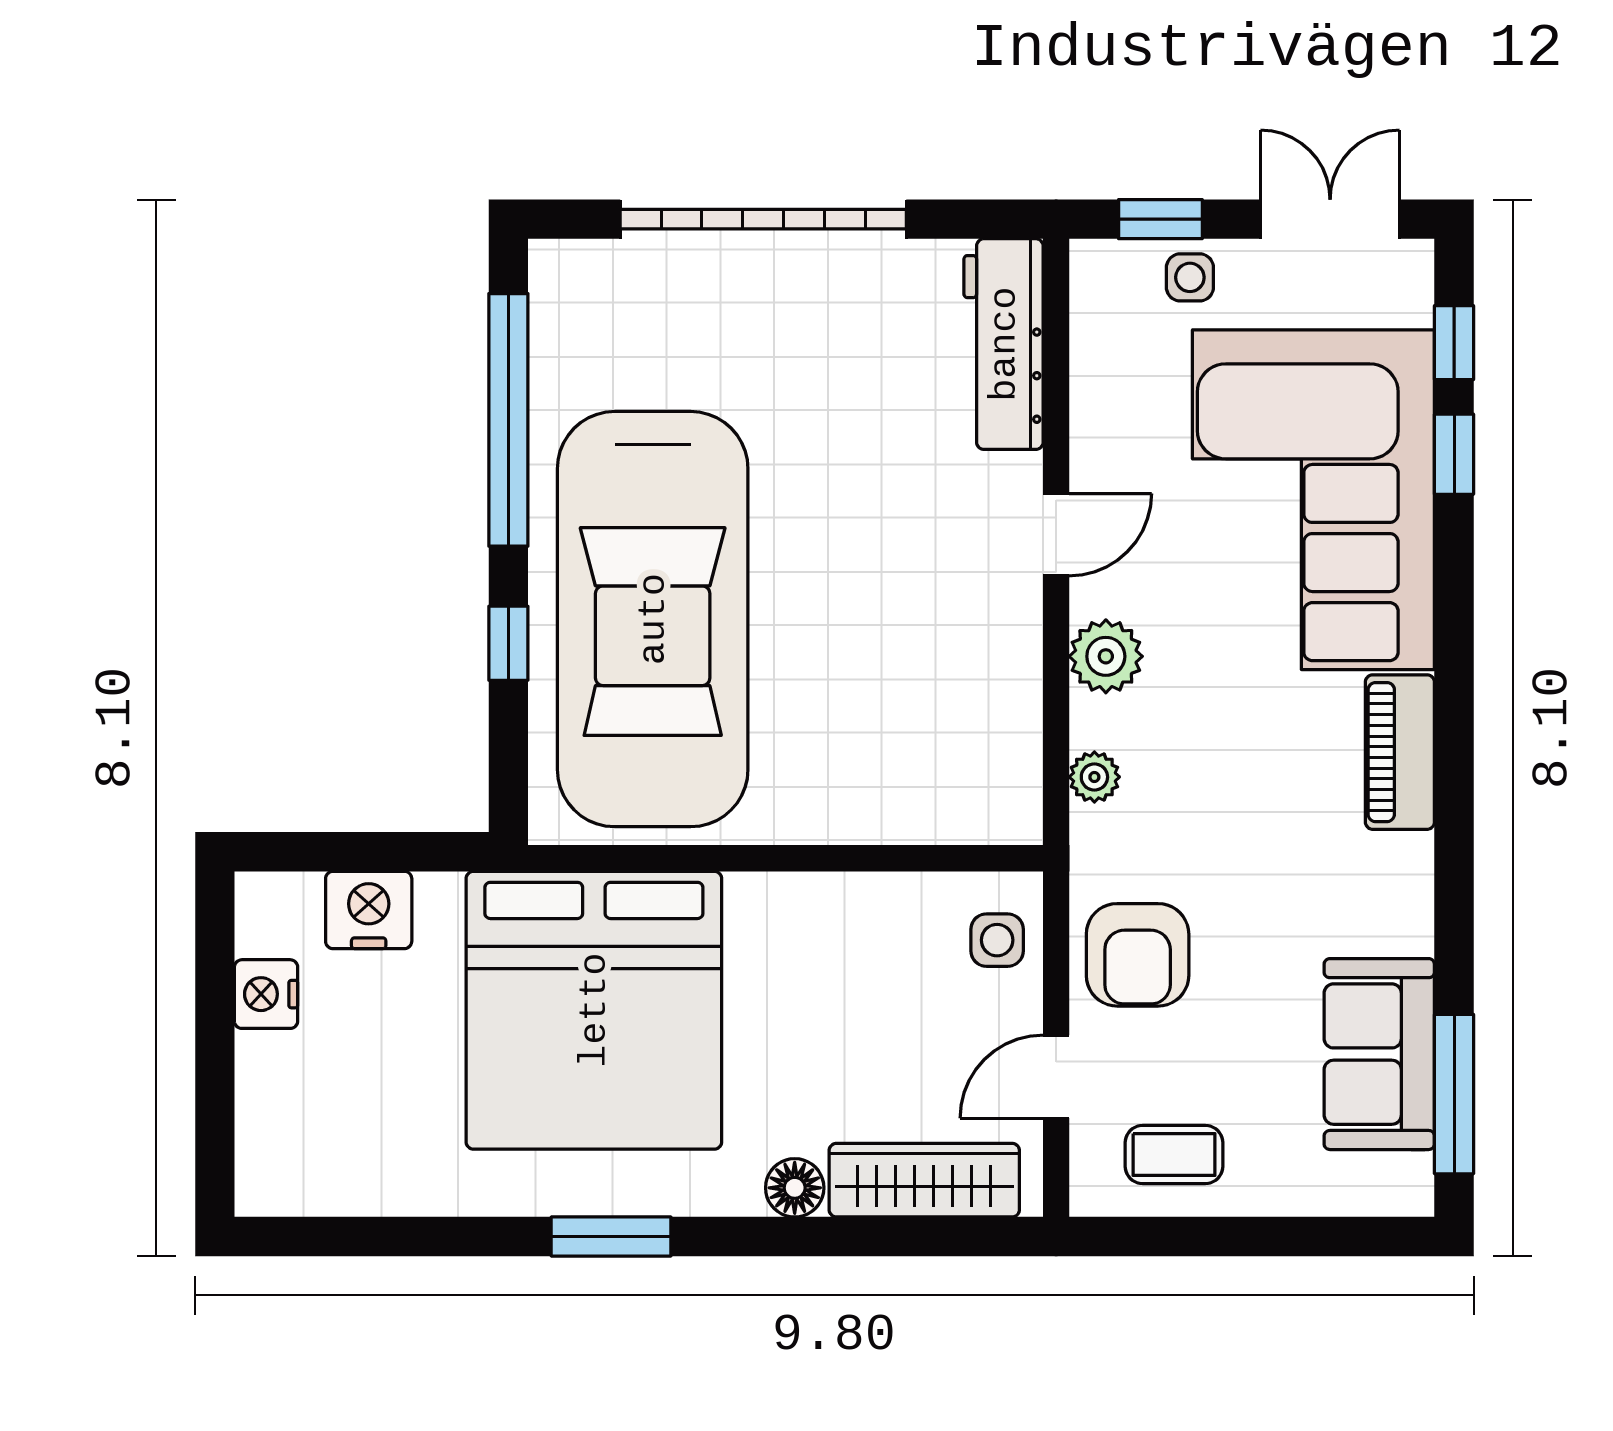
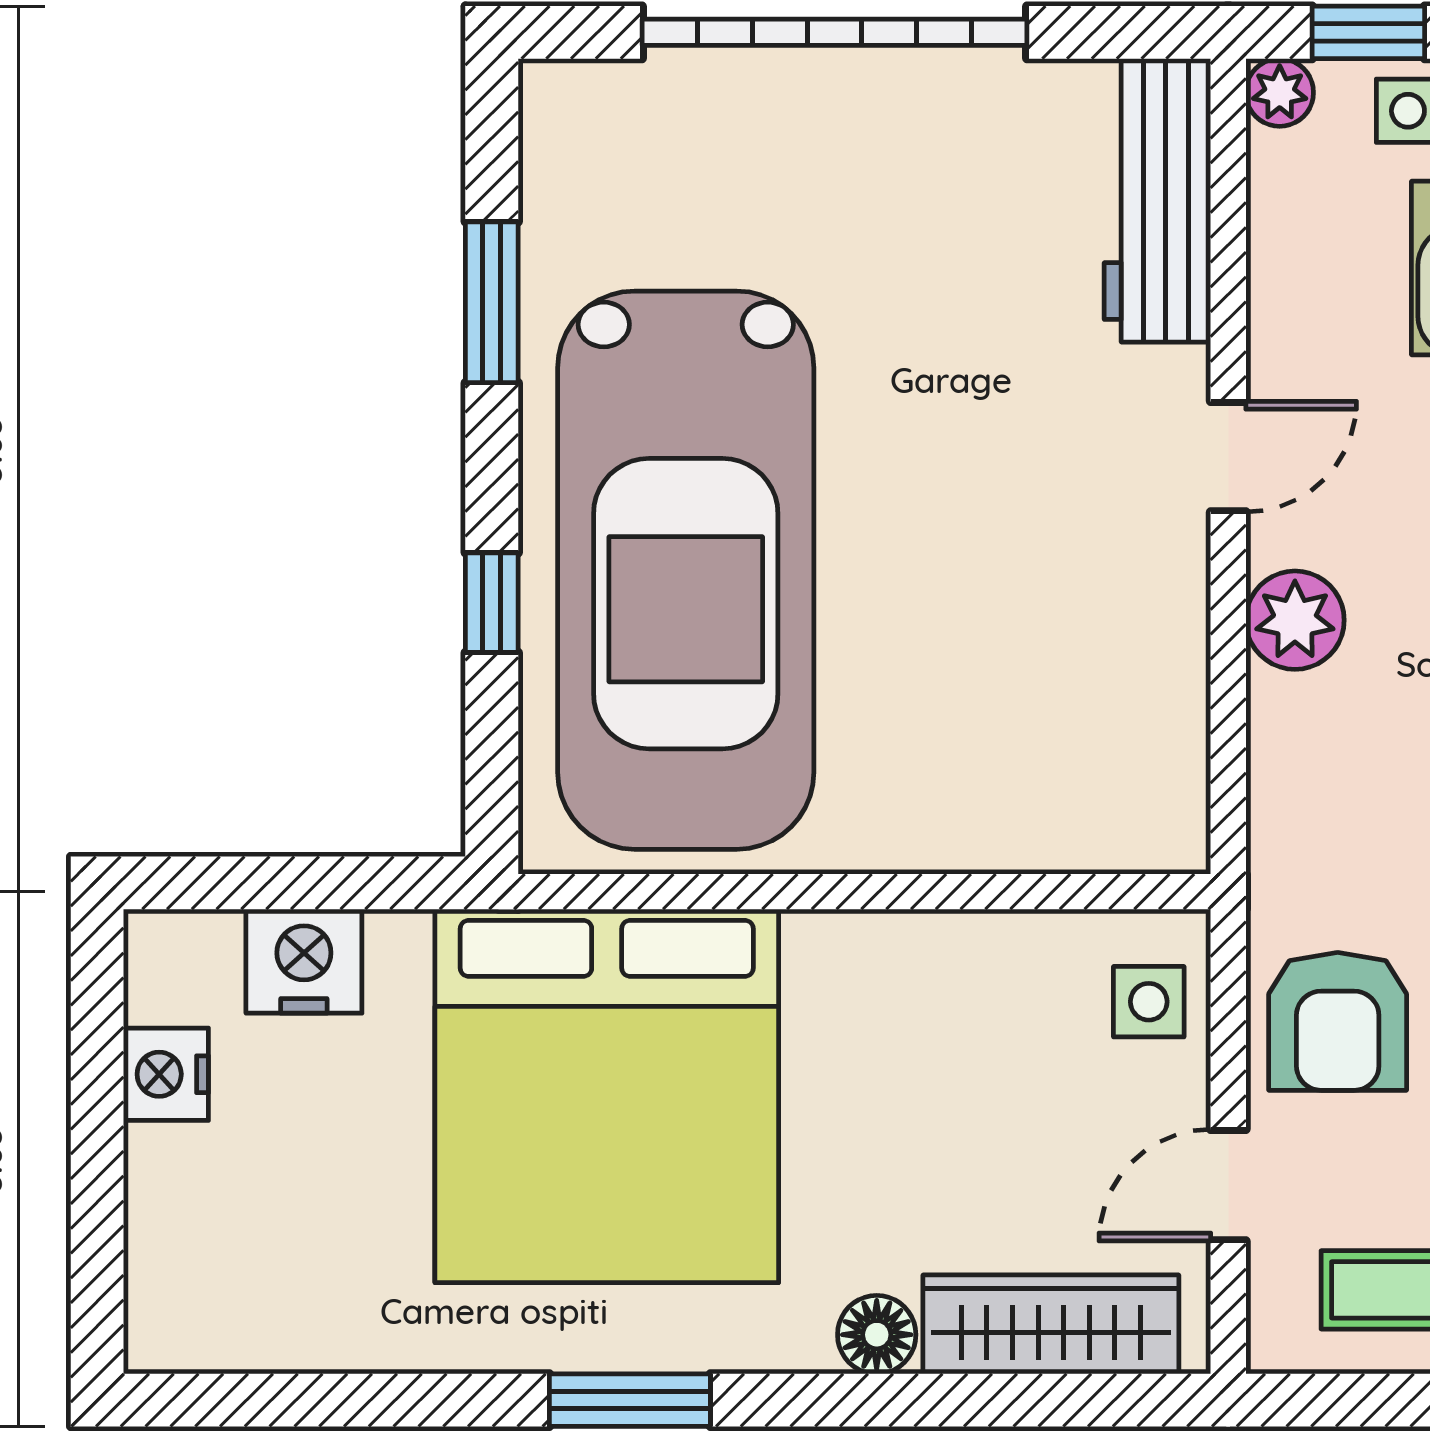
window: (508, 420) -> (492, 302), width x0.47
plant: (1094, 777) -> (1280, 93), moved

